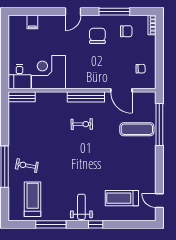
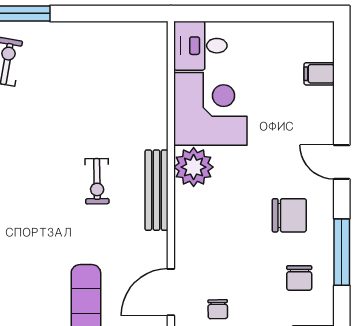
plant: (75, 80) -> (194, 167), added
door: (121, 90) -> (171, 292), moved
bench: (22, 97) -> (157, 50), removed

